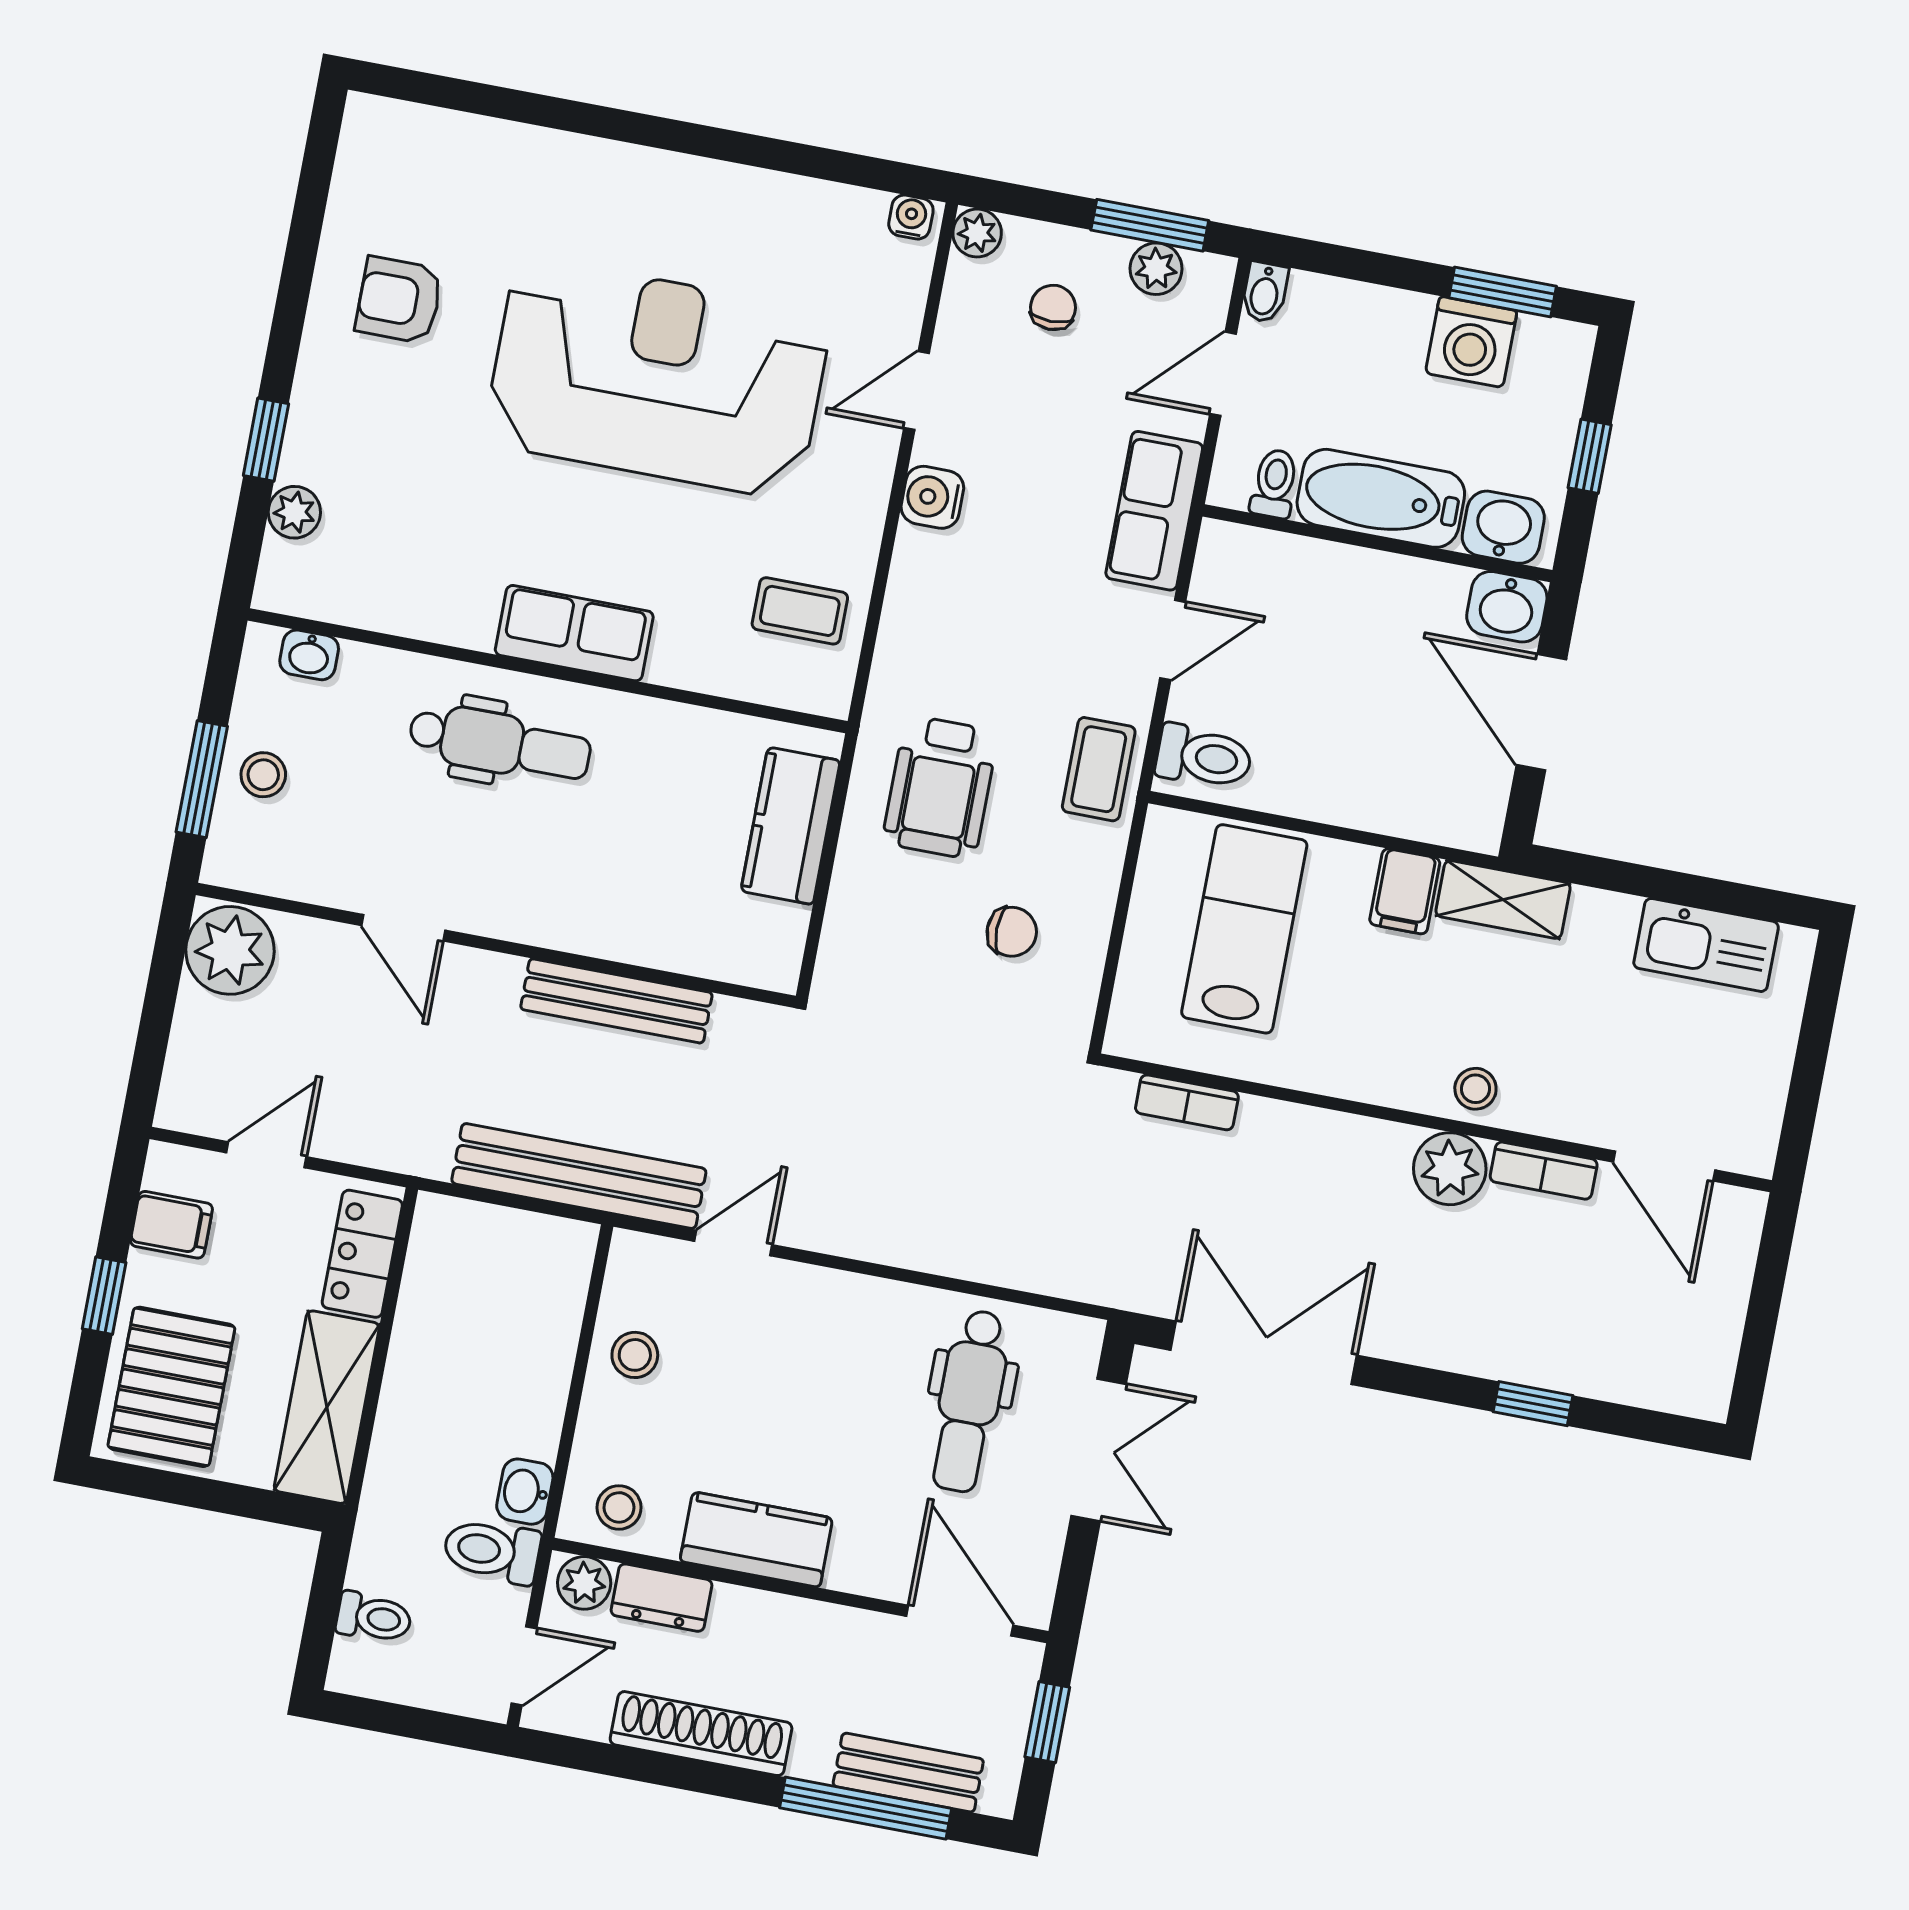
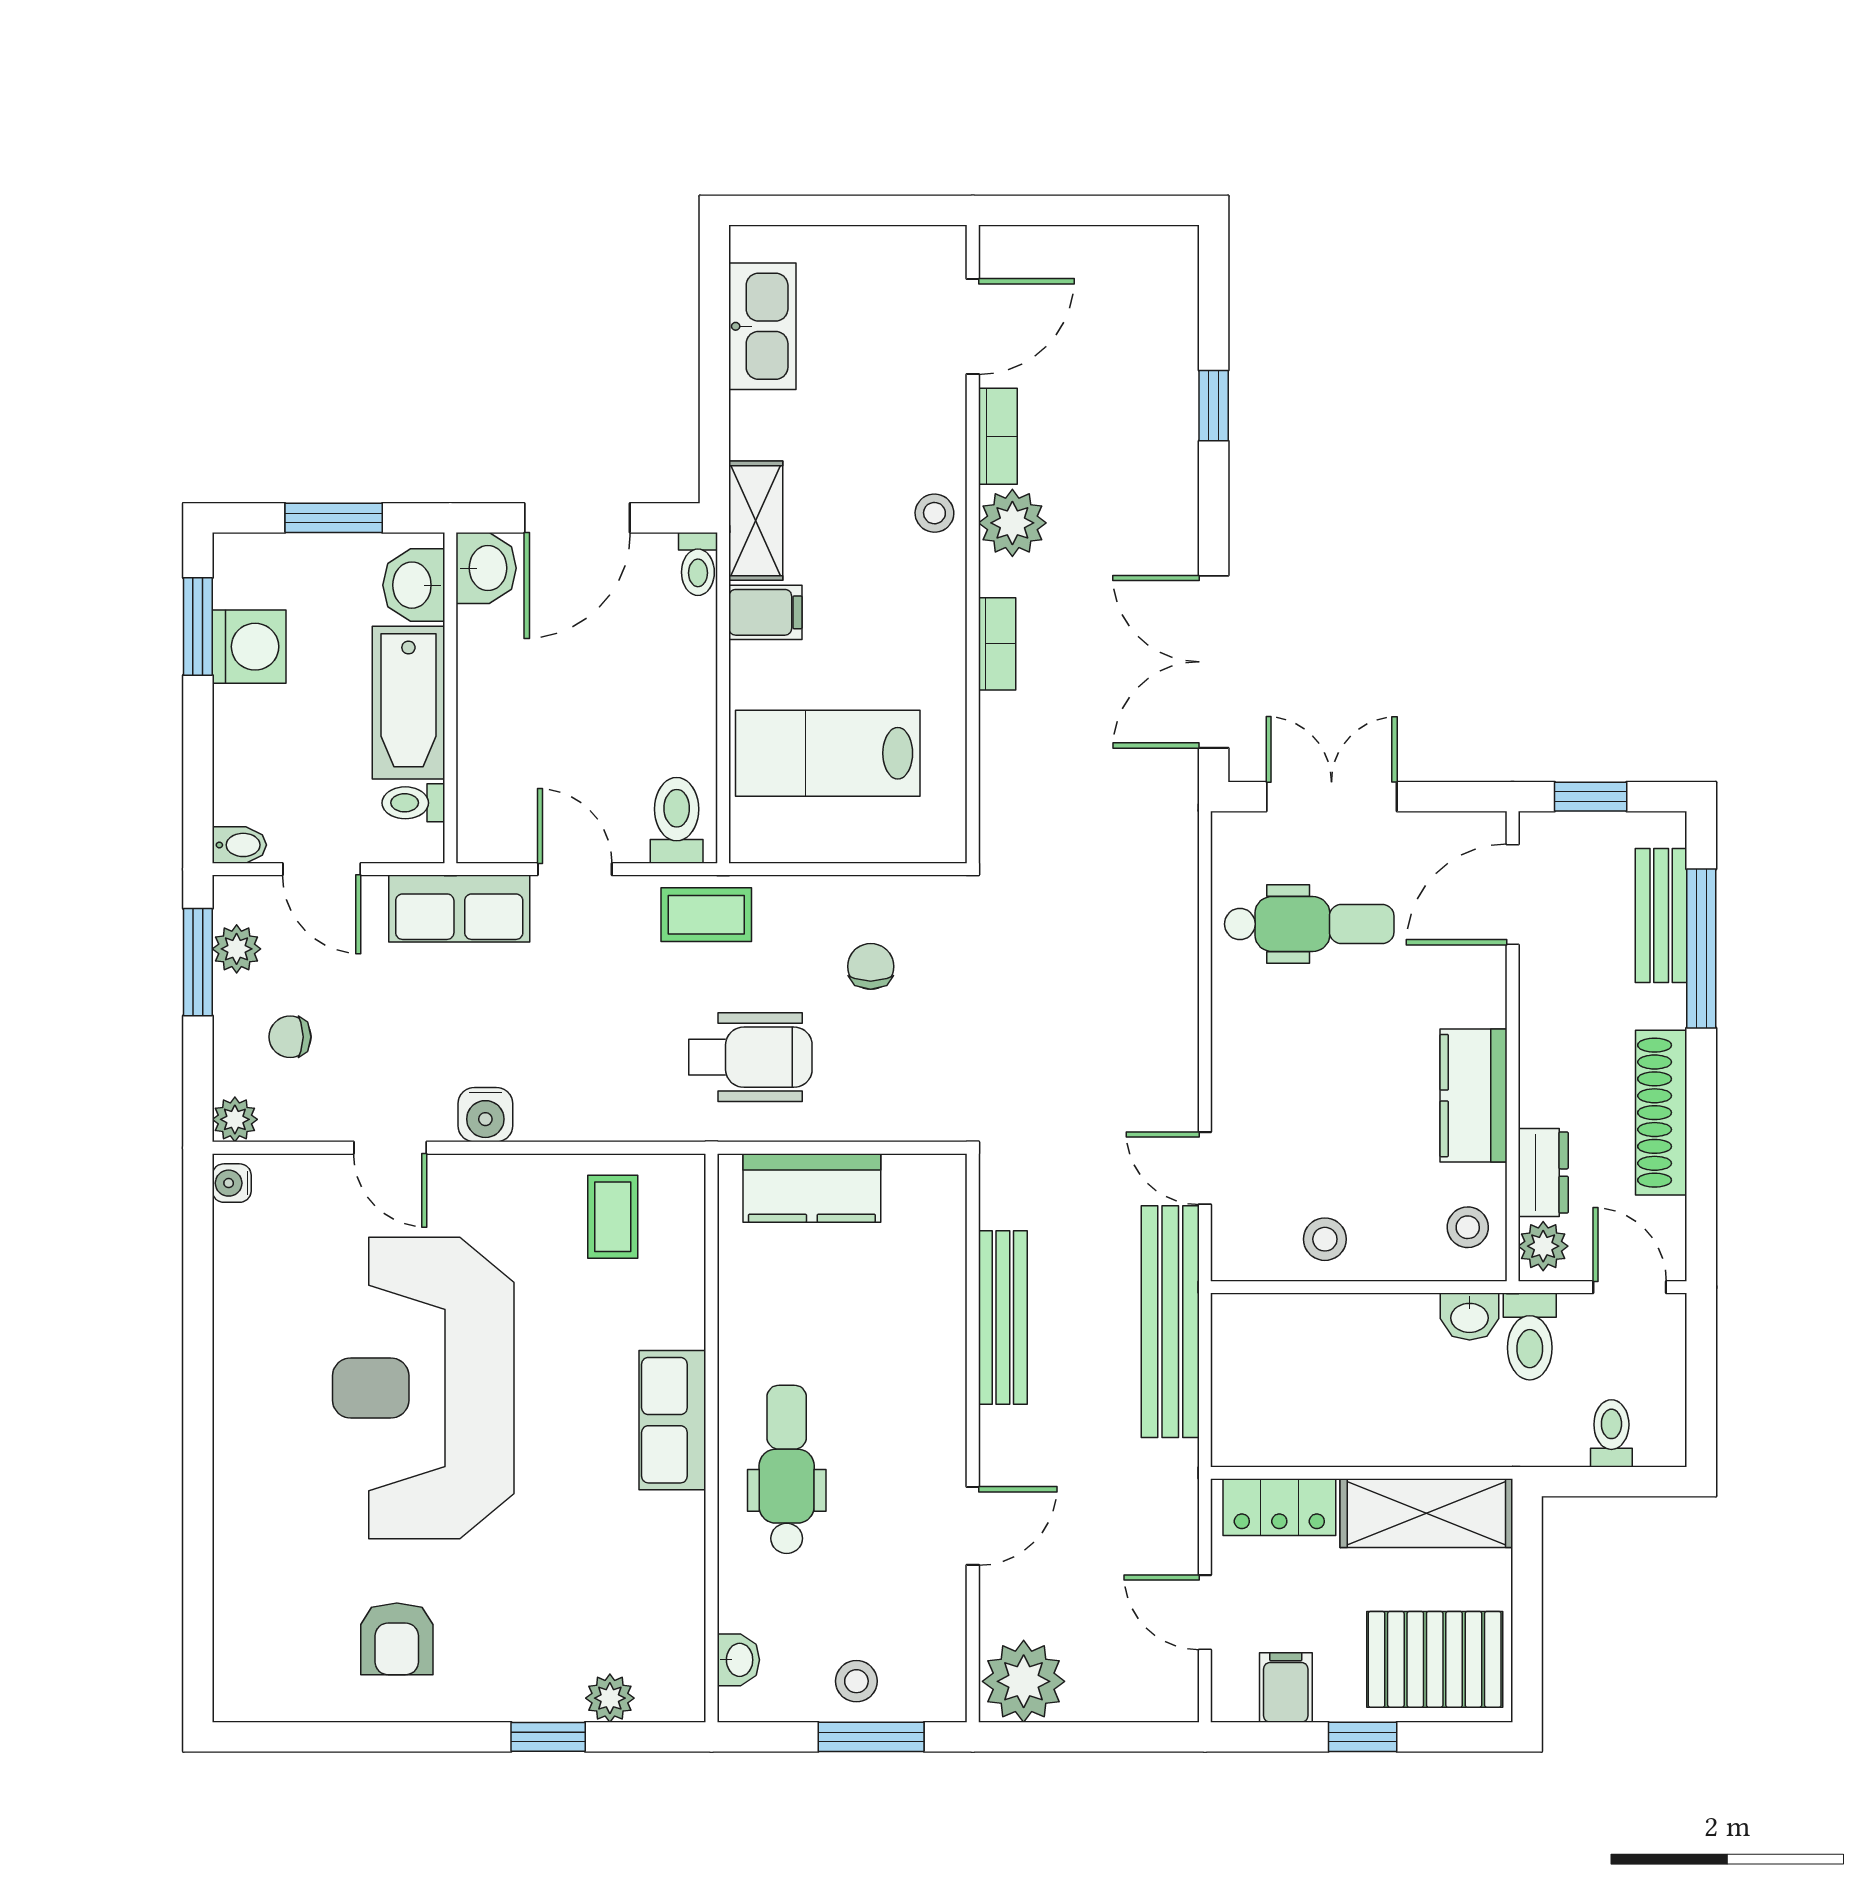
window: (1590, 456) -> (334, 518), width x1.50
toilet: (1469, 830) -> (698, 564), added
bookcase: (1187, 1102) -> (997, 644), moved

